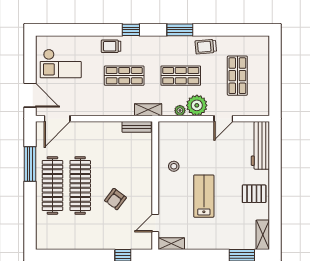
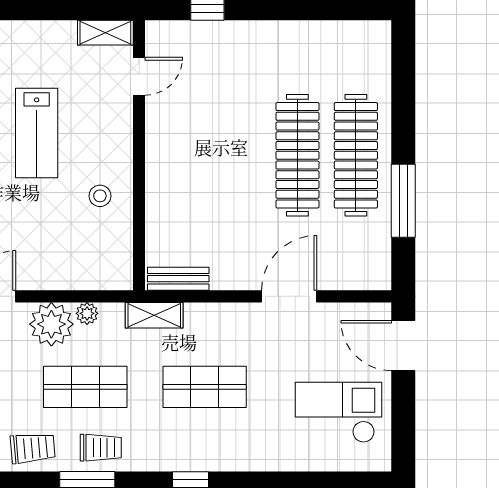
trolley: (111, 46) -> (101, 448), moved
door: (57, 119) -> (289, 296), moved
armchair: (115, 199) -> (223, 127), removed

